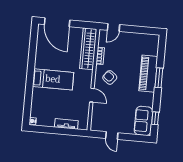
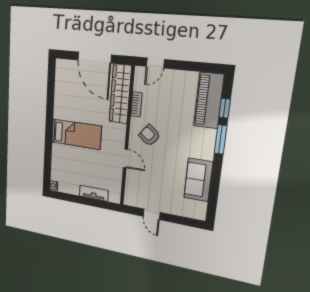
door: (57, 22) -> (94, 57), moved
piano: (148, 74) -> (209, 100), moved
window: (155, 118) -> (225, 108), moved
sofa: (144, 121) -> (198, 180), moved

